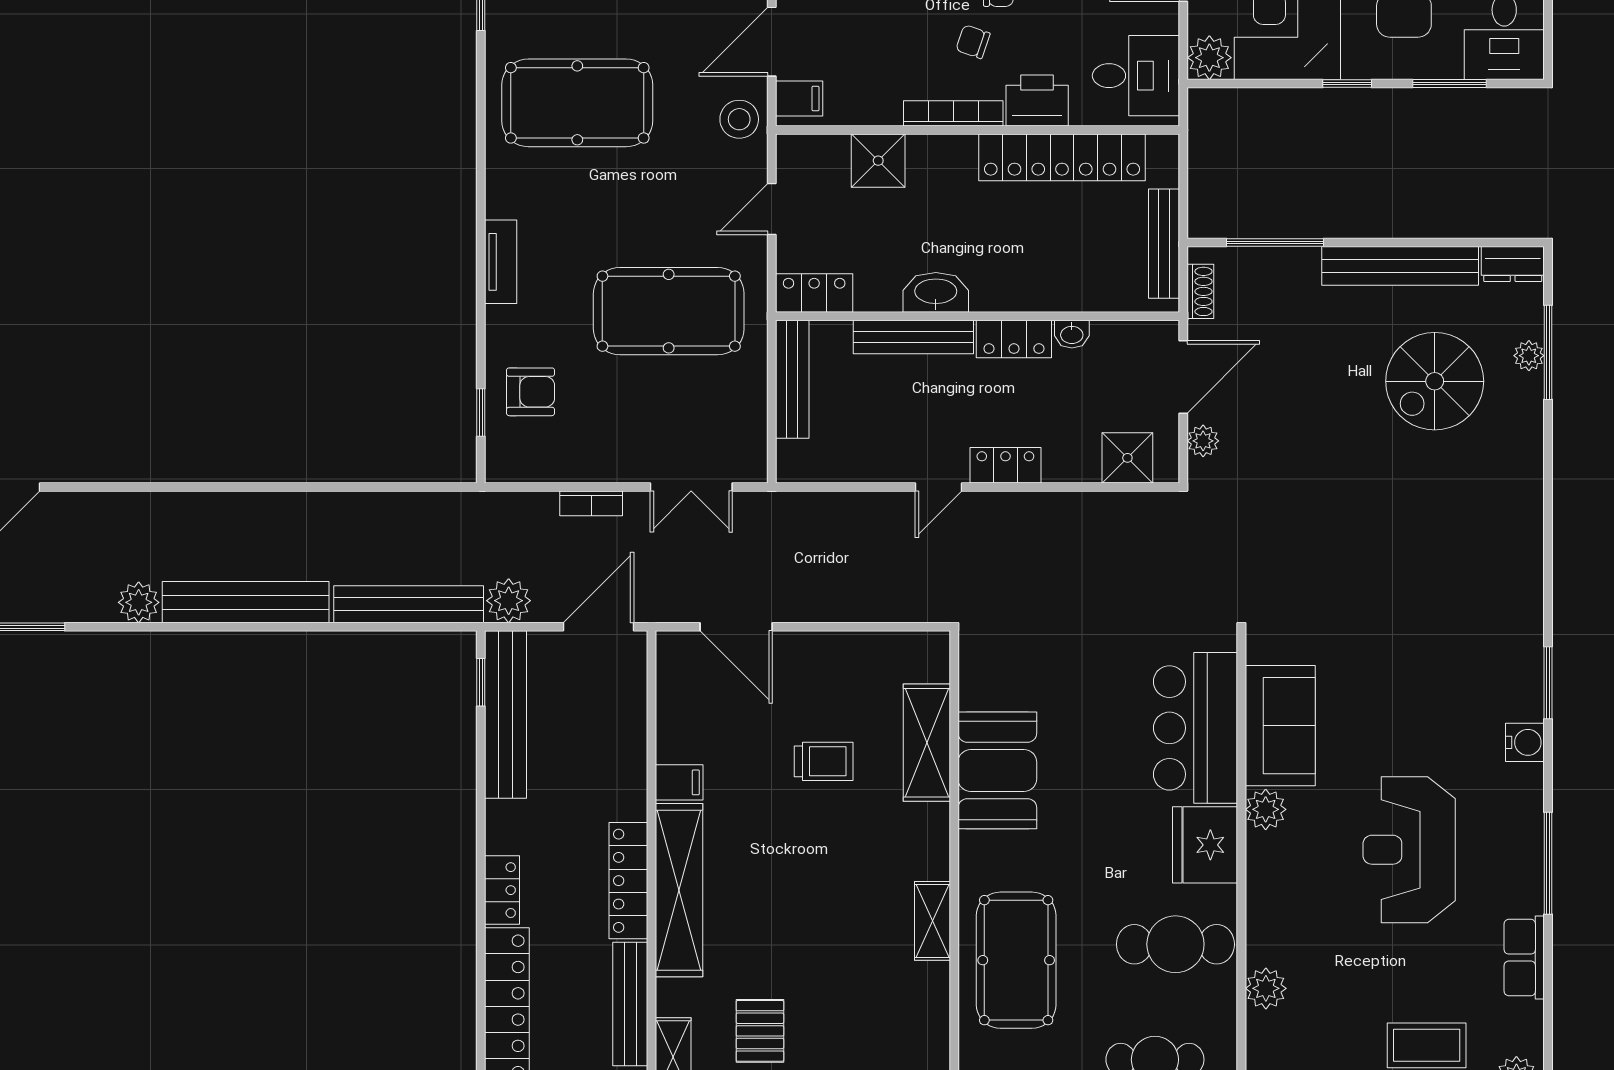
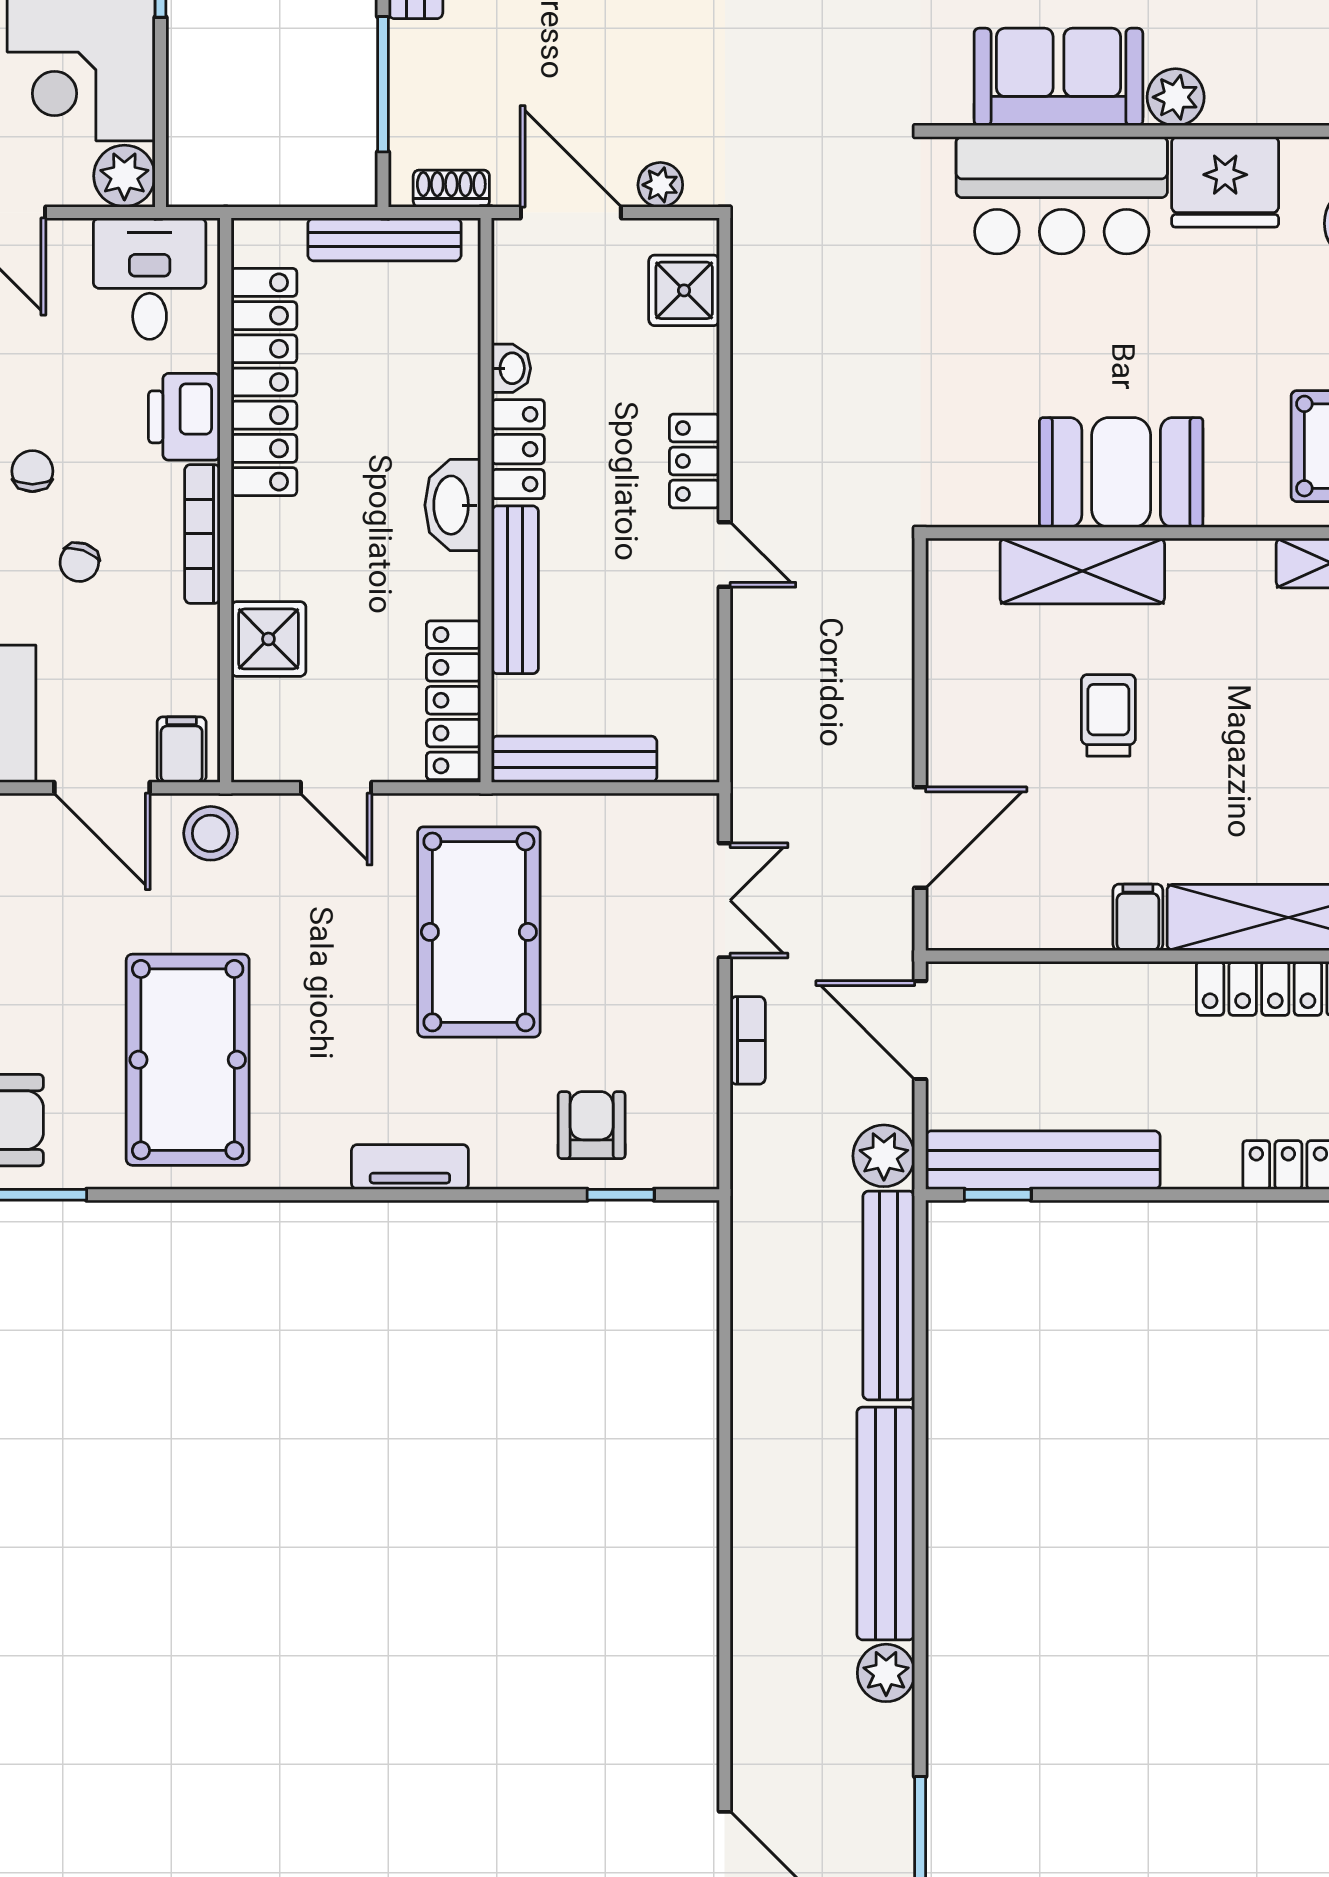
chair: (973, 42) -> (79, 562), moved
washbasin: (936, 292) -> (453, 505), moved
locker: (814, 293) -> (453, 700), width x1.53

